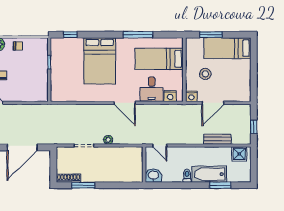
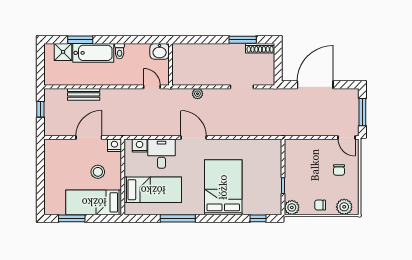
window: (211, 35) -> (72, 218), moved
plant: (42, 44) -> (292, 207), added
bed: (227, 48) -> (94, 202), moved, turned 180
plant: (108, 140) -> (197, 94), moved
shower: (239, 154) -> (63, 52), moved

